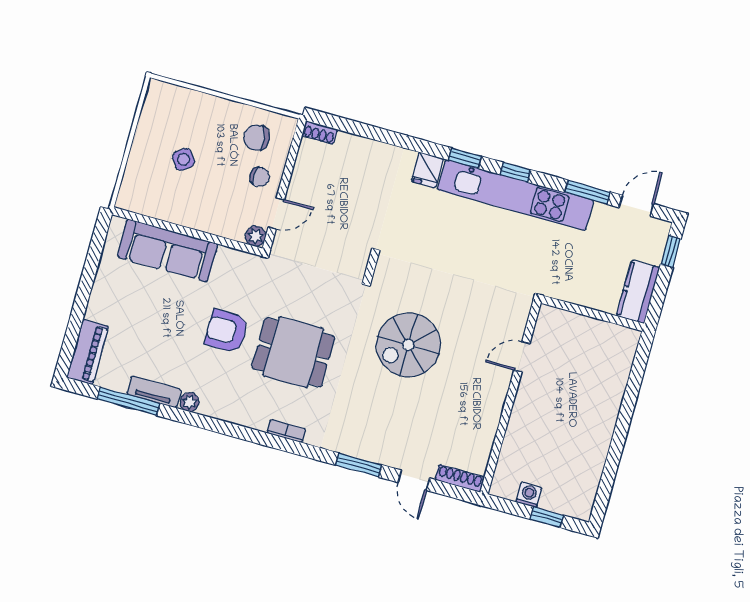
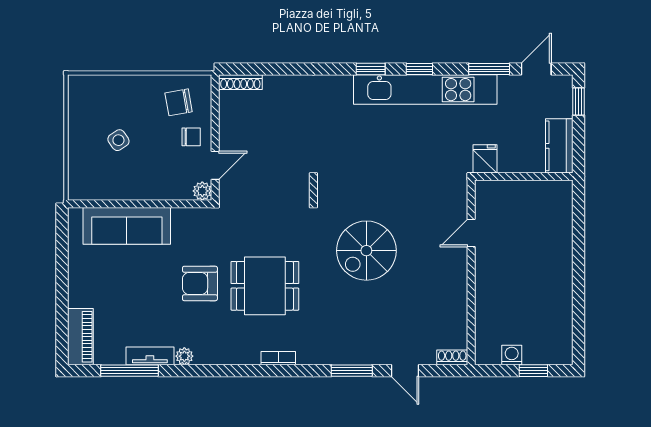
shoe rack: (319, 132) -> (240, 82), width x1.43
fridge: (427, 170) -> (485, 159), moved, turned 180
shoe rack: (460, 478) -> (452, 357), width x0.70

